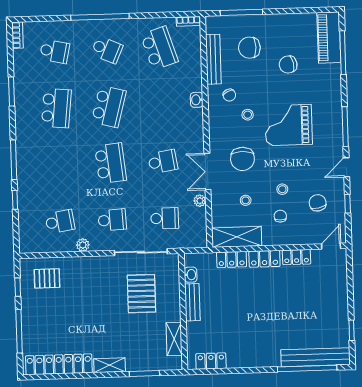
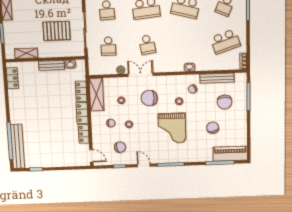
chair: (249, 48) -> (224, 102), turned 180
grand piano: (289, 125) -> (172, 128), turned 180

